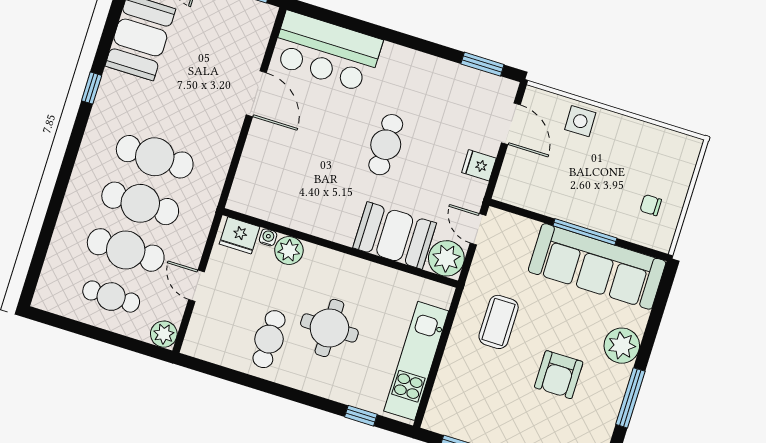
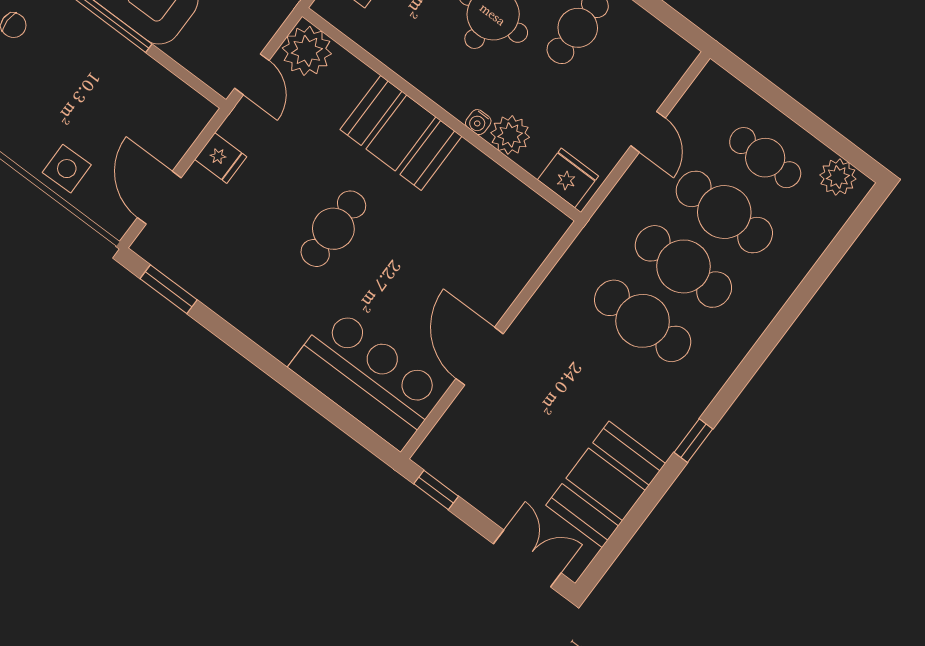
booth: (395, 235) -> (401, 133), moved
water cooler: (268, 237) -> (478, 122), moved
plant: (164, 334) -> (838, 177), moved

